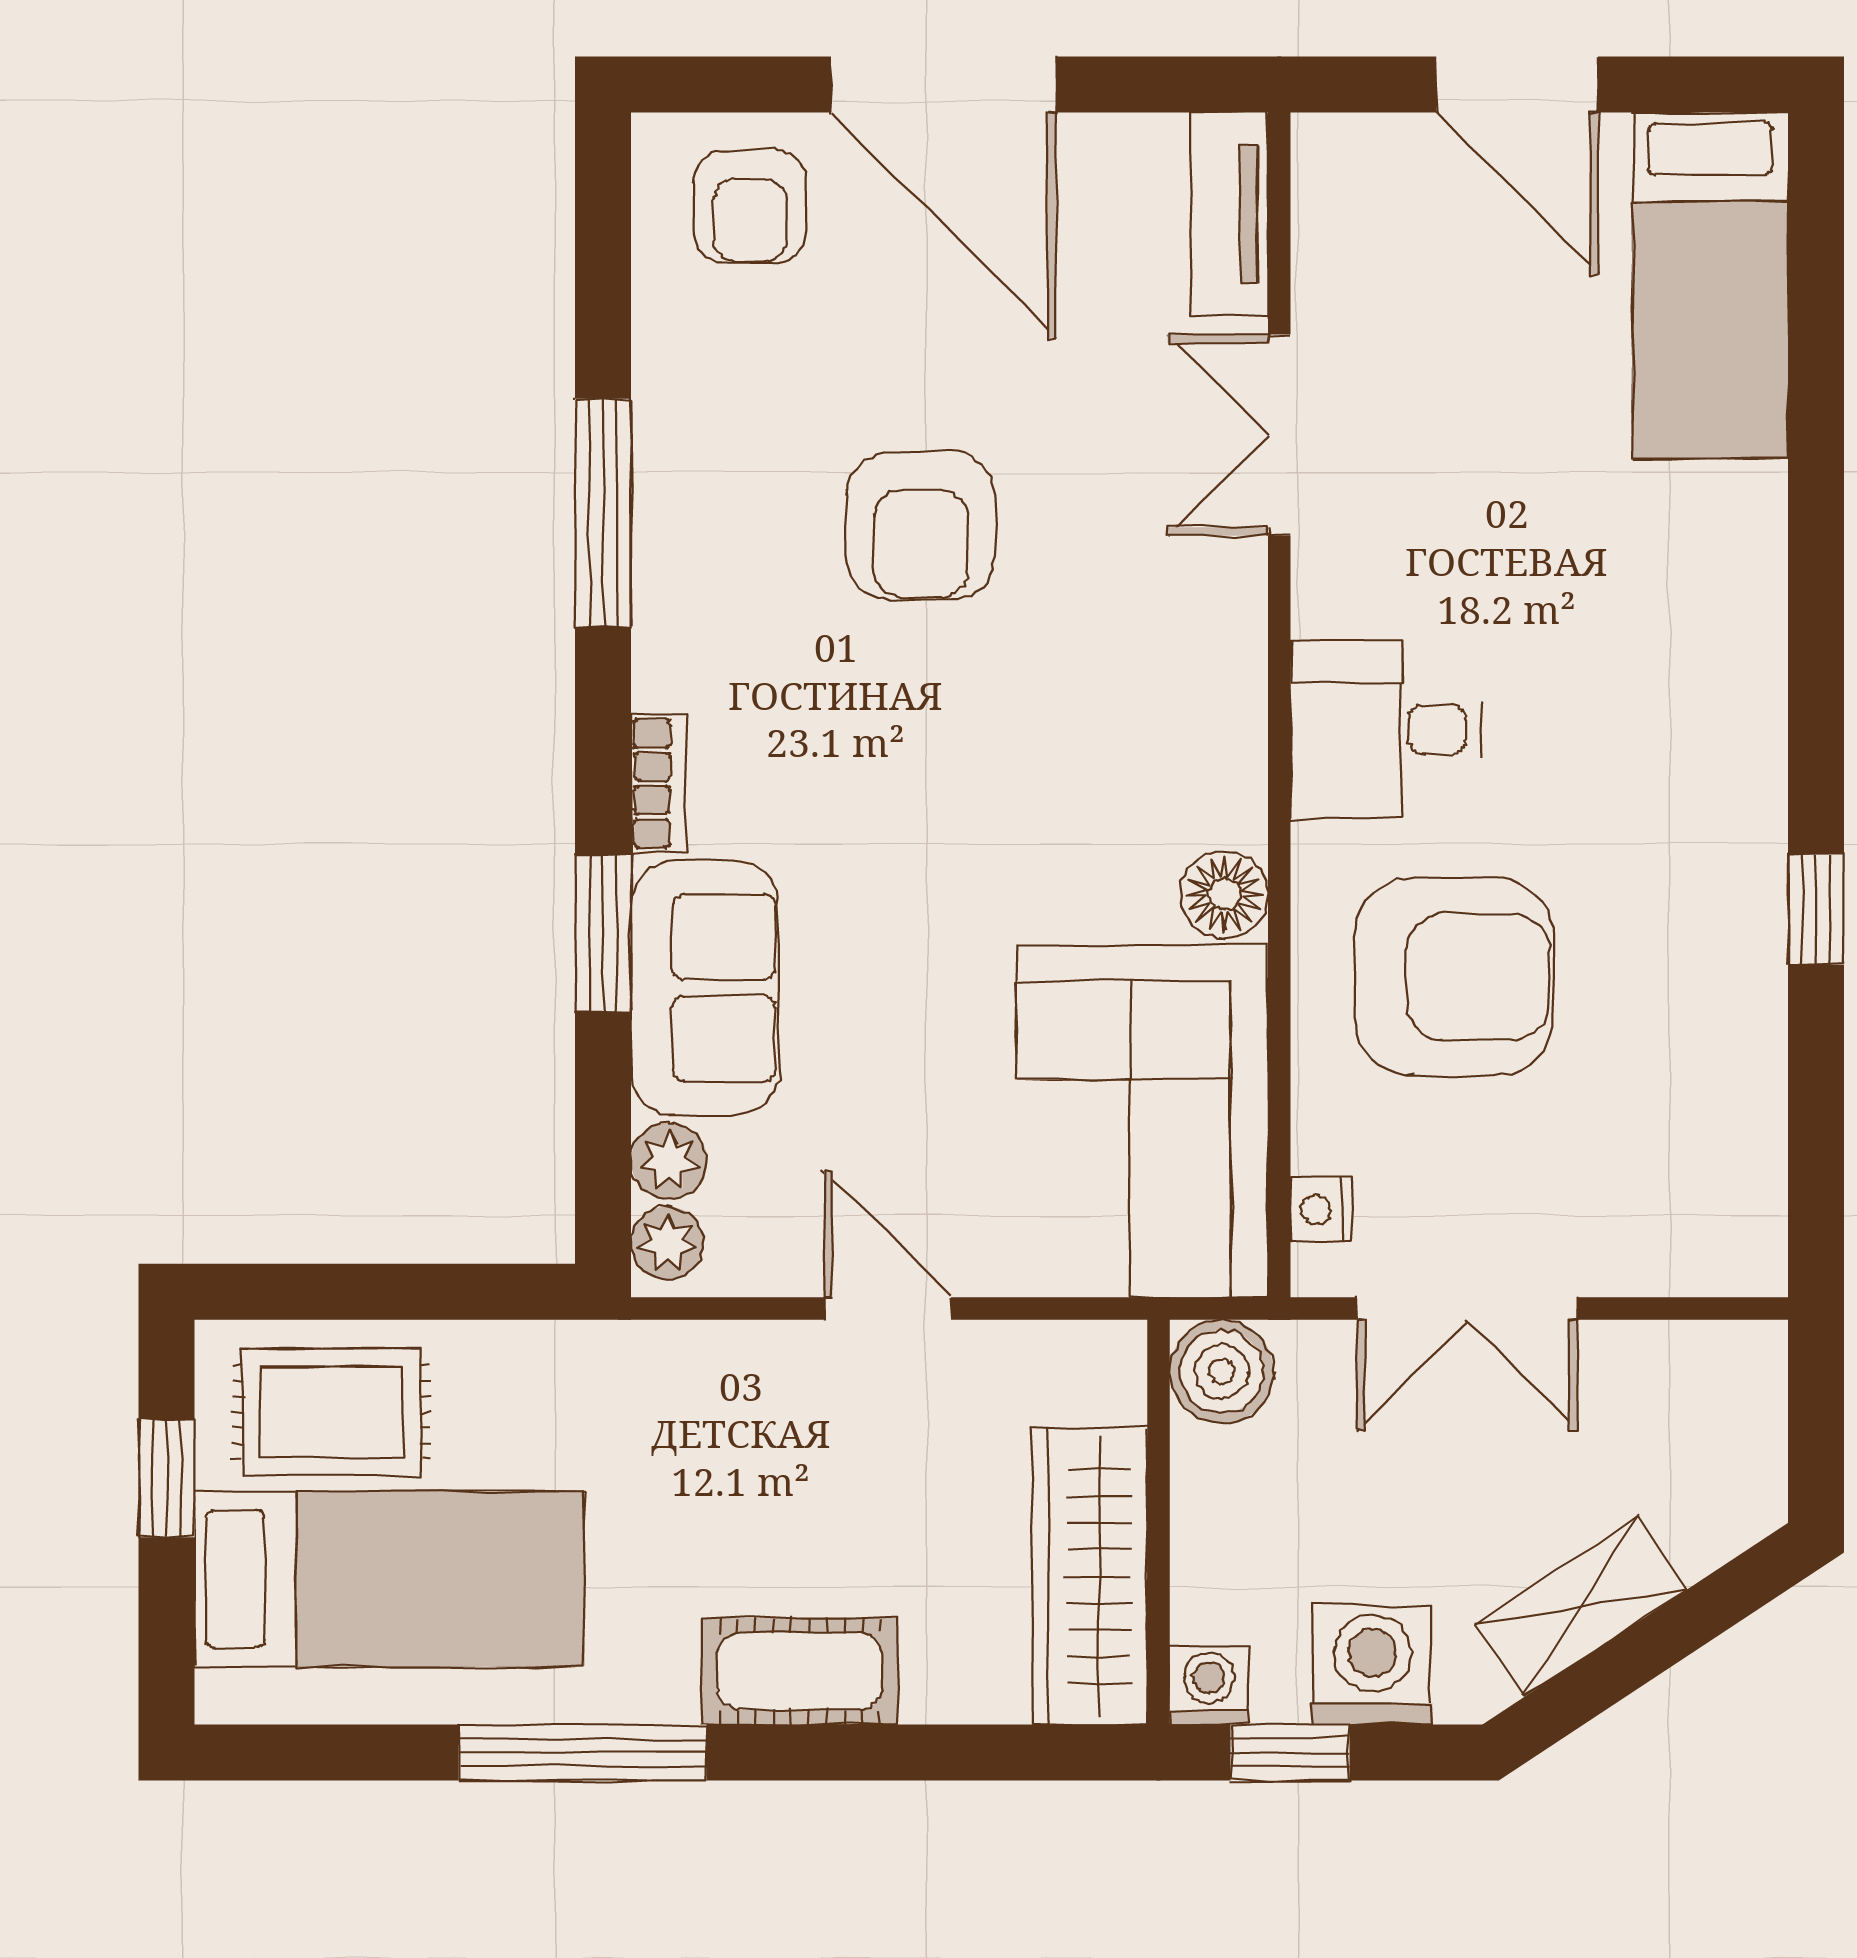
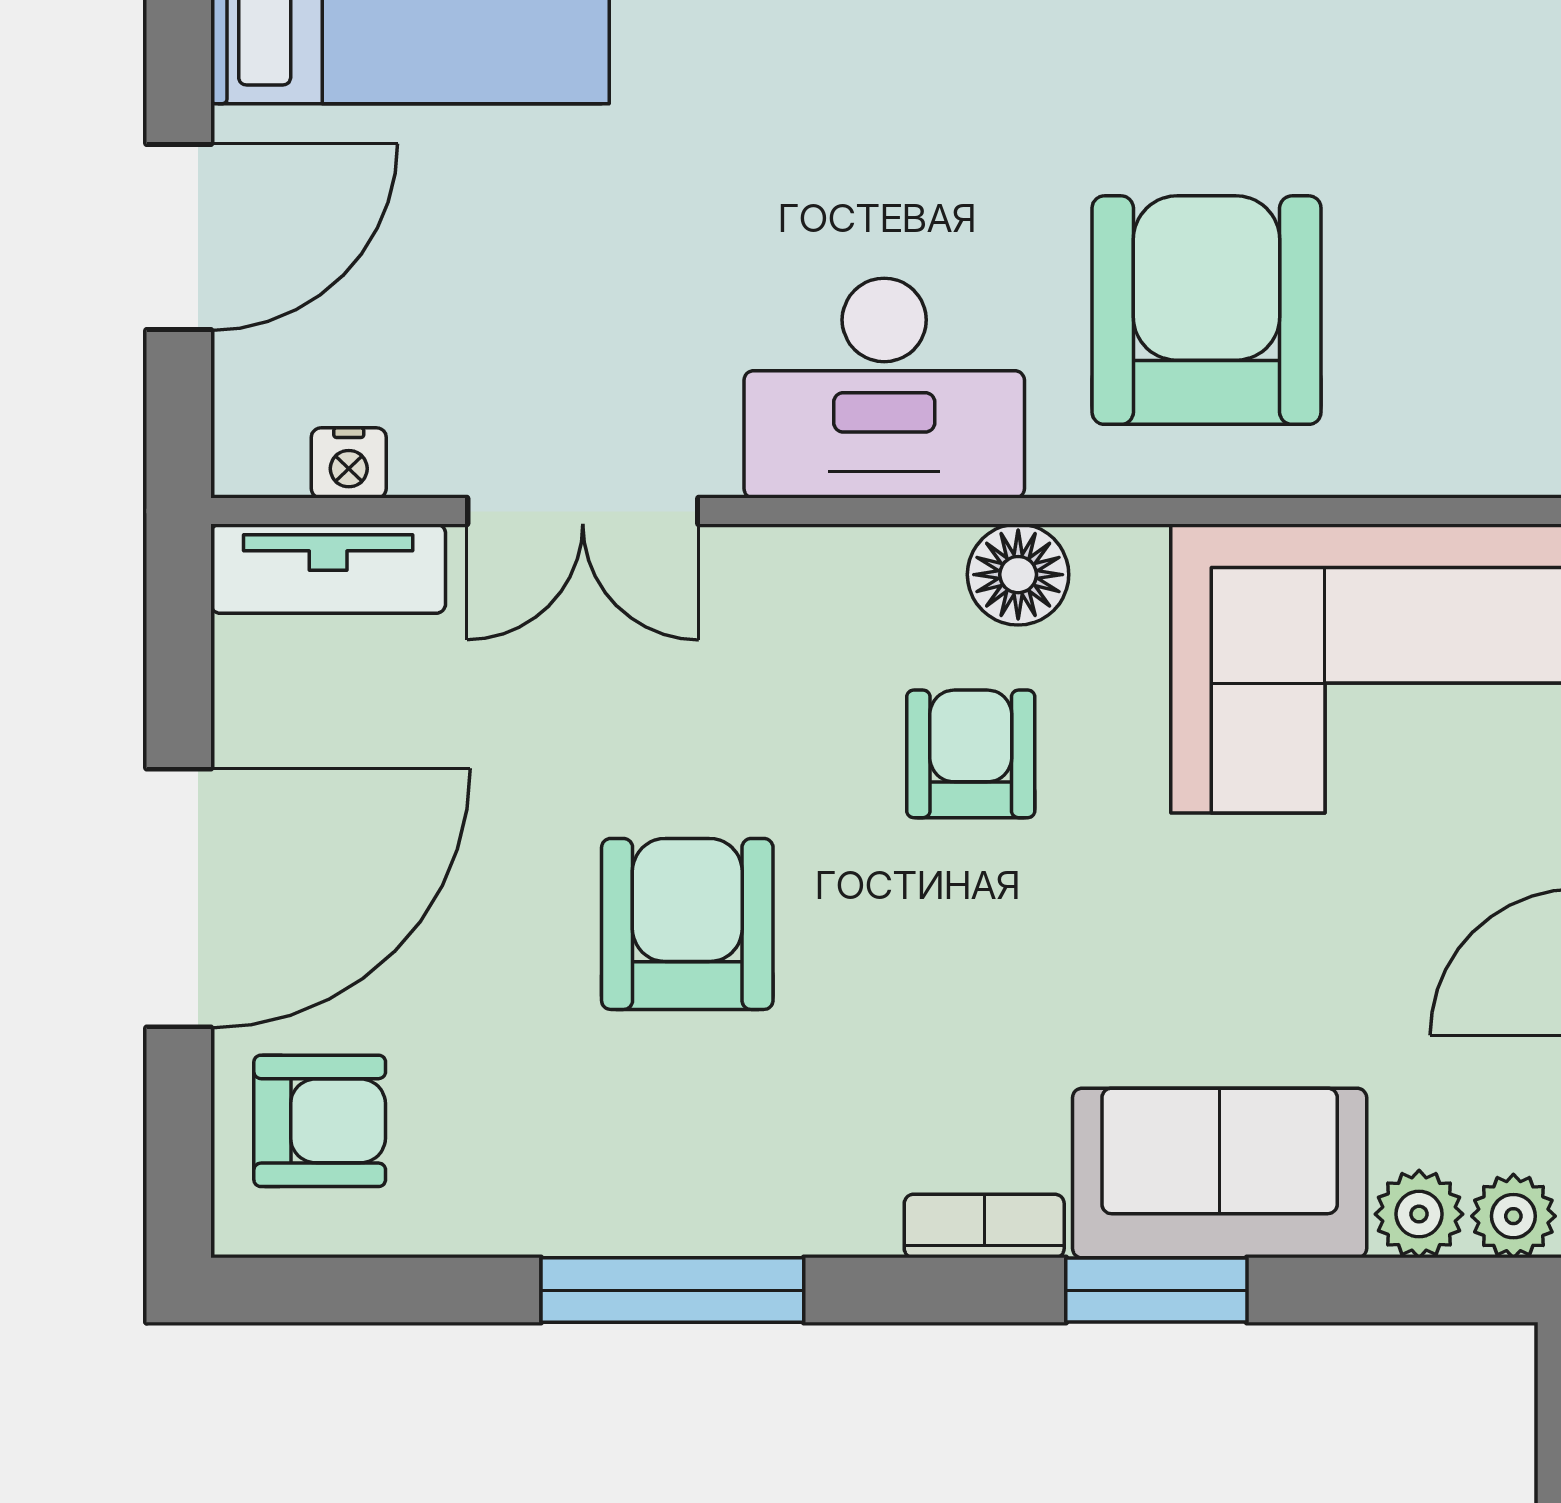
armchair: (921, 526) -> (687, 924), turned -90
desk: (1386, 730) -> (884, 388), width x1.37
armchair: (1069, 772) -> (971, 754), added
floor lamp: (1224, 894) -> (1018, 575), moved
nightstand: (1321, 1209) -> (349, 463), moved

